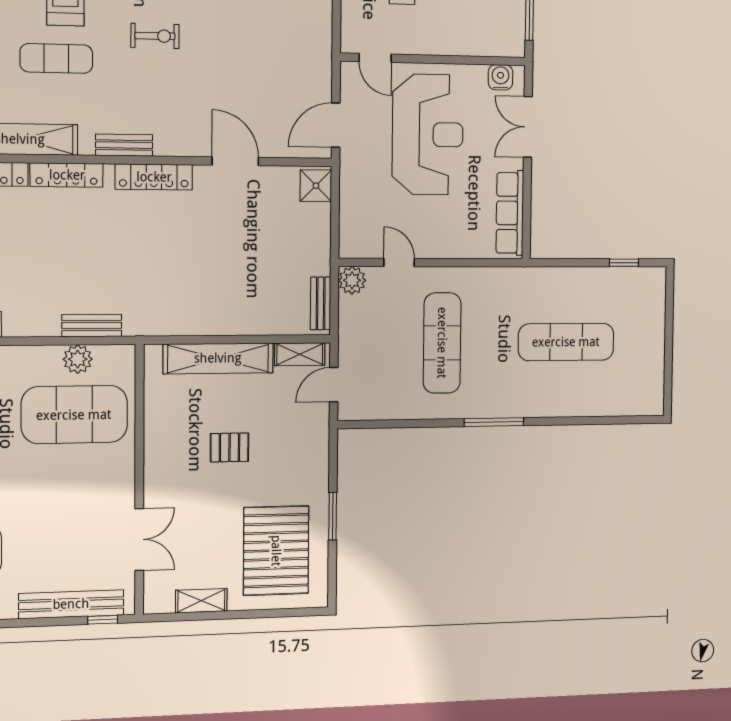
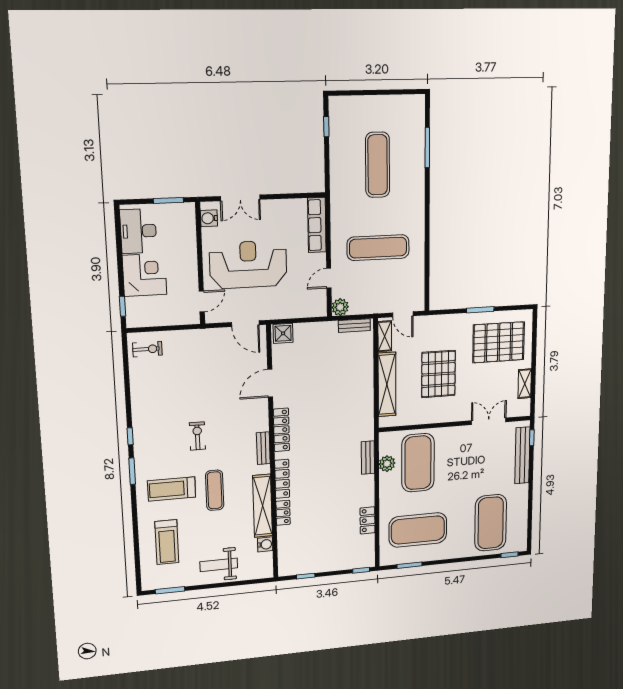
row of seats: (510, 213) -> (317, 225), moved, turned 90
window: (494, 422) -> (427, 148), moved
pallet: (229, 447) -> (438, 374), width x2.05, depth x2.00

